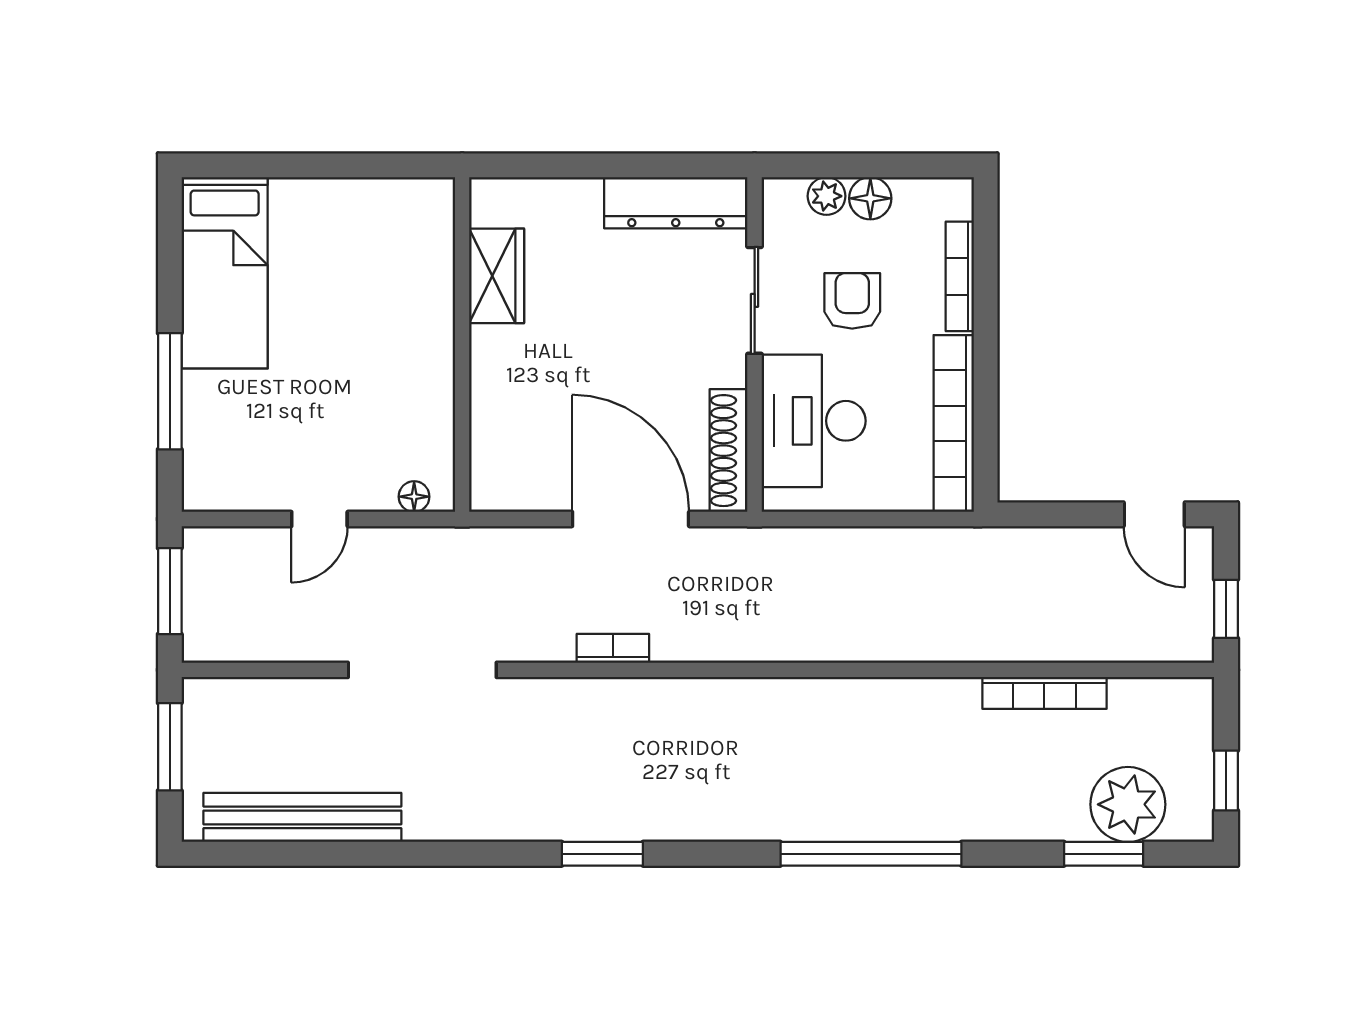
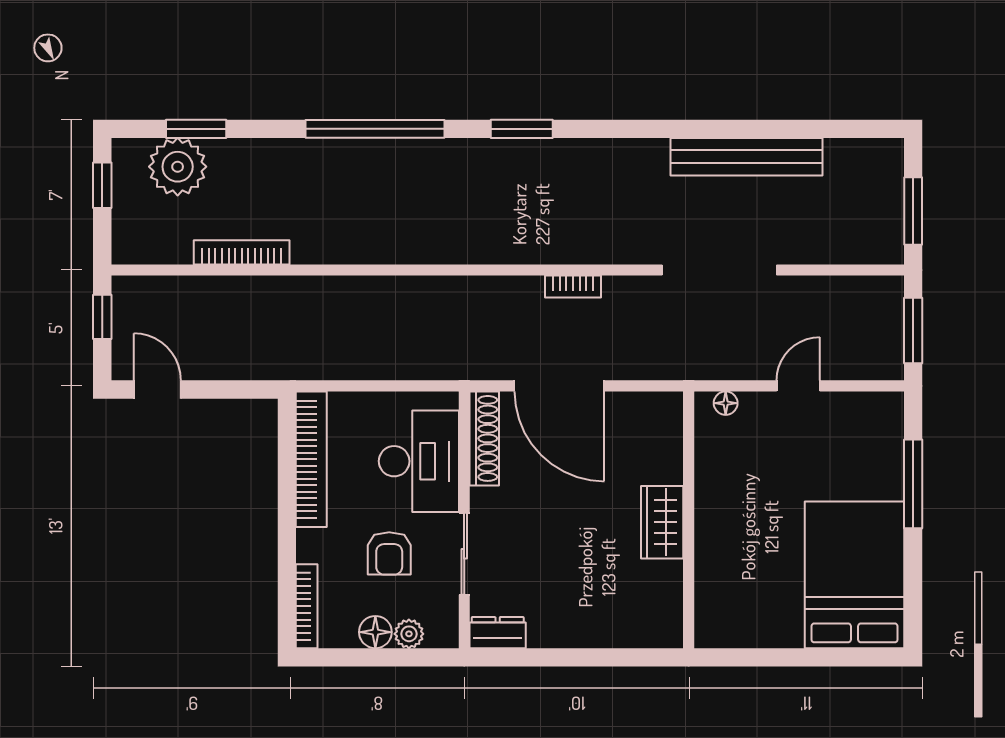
dresser: (676, 203) -> (498, 633), width x0.51, depth x0.80
bed: (225, 273) -> (854, 575), width x1.50
wardrobe: (497, 276) -> (662, 522), moved
bookcase: (960, 276) -> (307, 606), moved
bench: (302, 817) -> (746, 157), moved
window: (602, 854) -> (522, 129), moved

